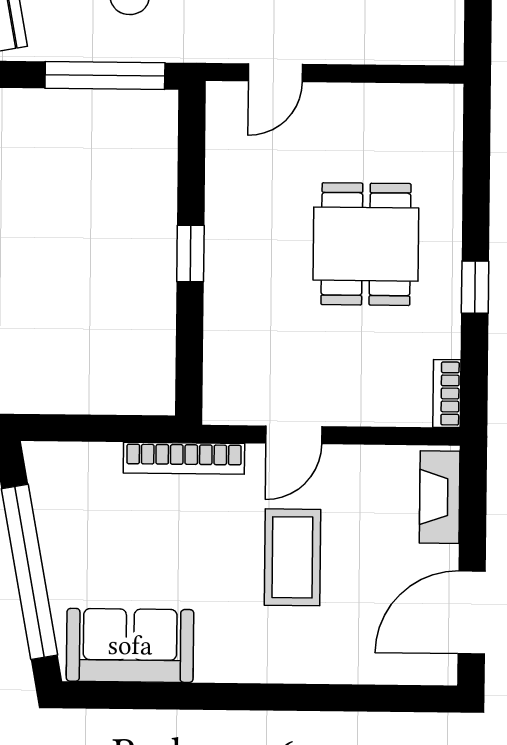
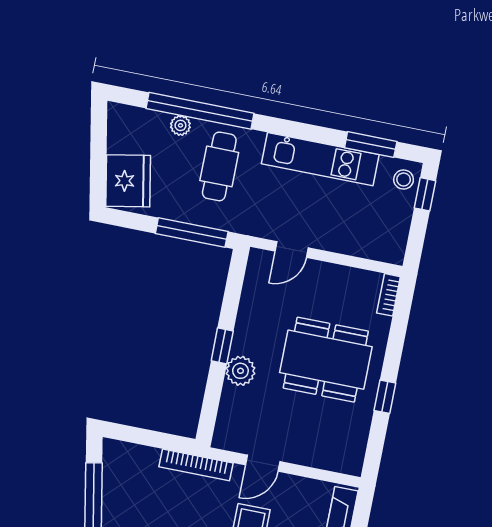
dining table: (366, 244) -> (326, 360), width x1.38
plant: (228, 289) -> (240, 371), added
bookcase: (447, 393) -> (389, 295), moved

